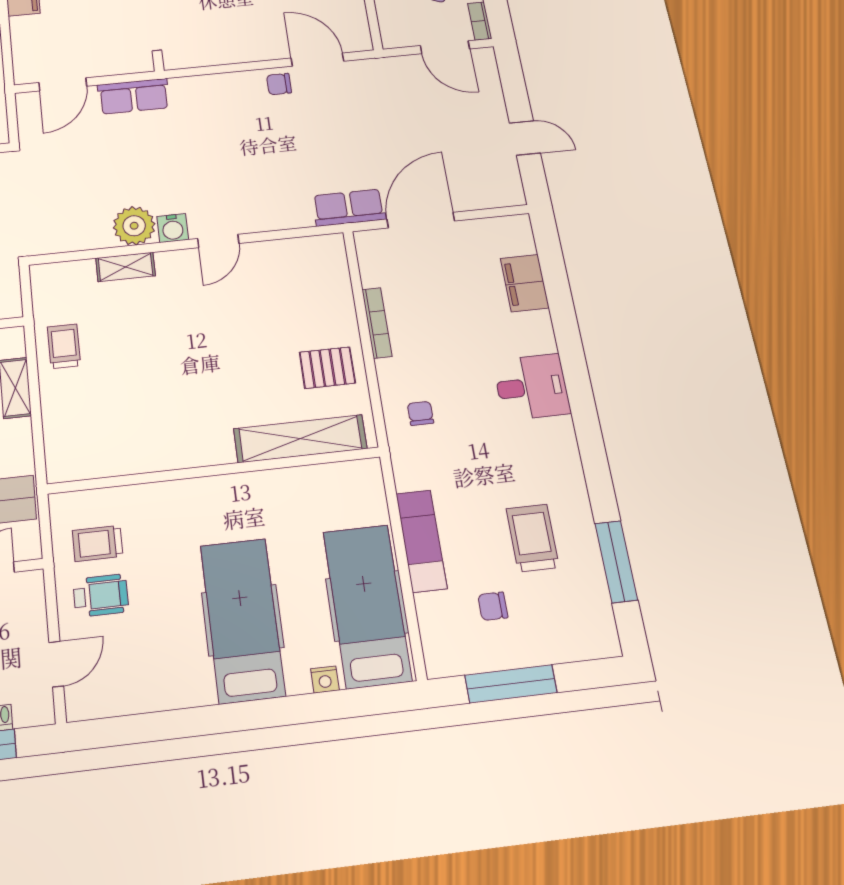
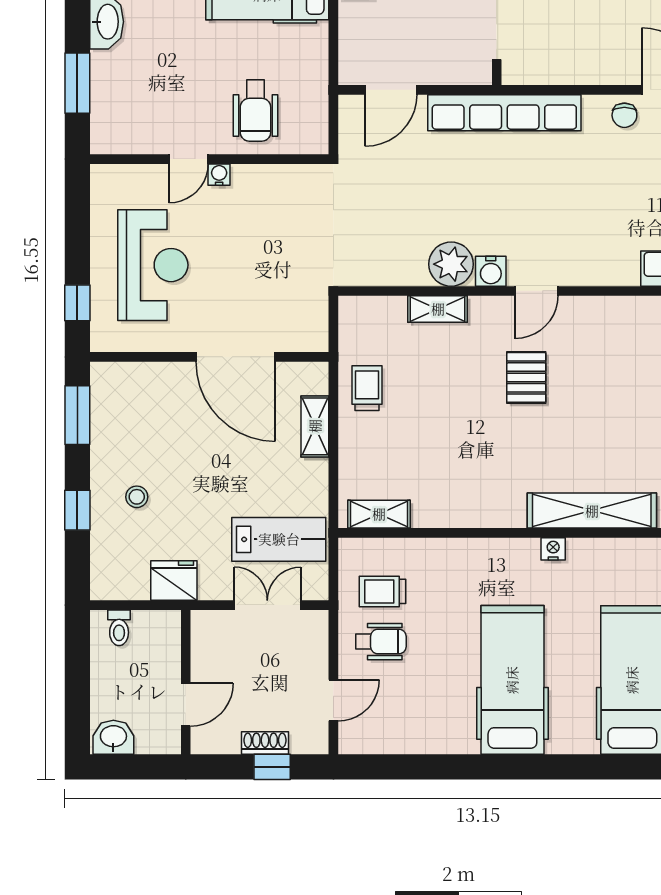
chair: (279, 84) -> (624, 115), turned -90
row of seats: (134, 96) -> (504, 113), width x2.02
pallet: (327, 368) -> (526, 377), moved, turned 90
shelving: (87, 466) -> (379, 514), added
nightstand: (325, 680) -> (553, 549), moved, turned 180

